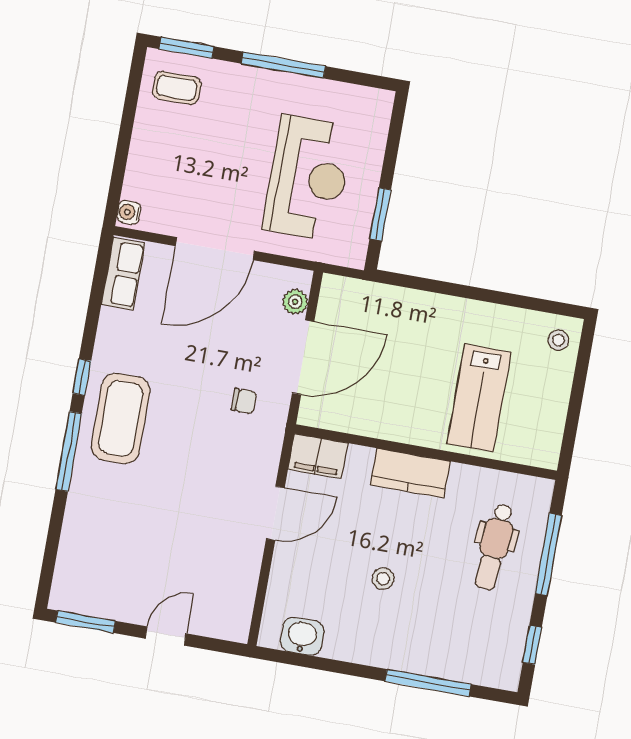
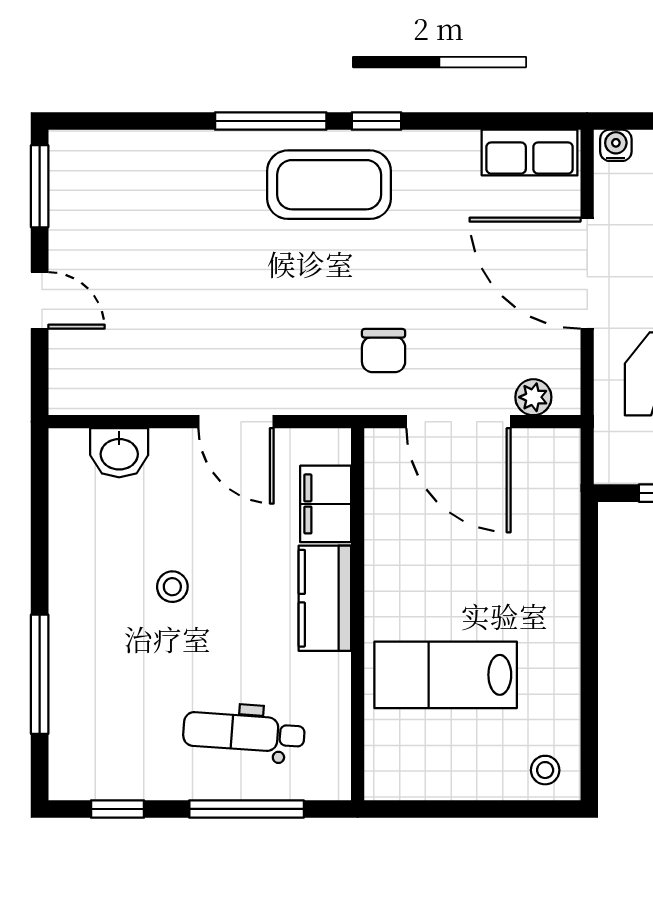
chair: (244, 401) -> (384, 351), width x1.37, depth x1.37
filing cabinet: (318, 456) -> (326, 504), moved
washbasin: (302, 636) -> (119, 453), moved, turned 90

